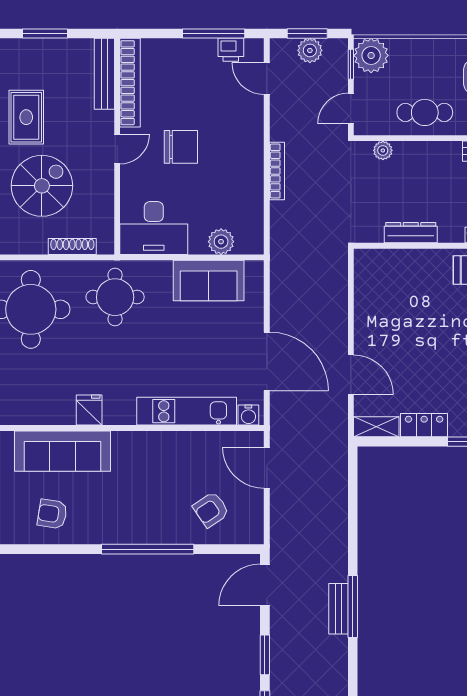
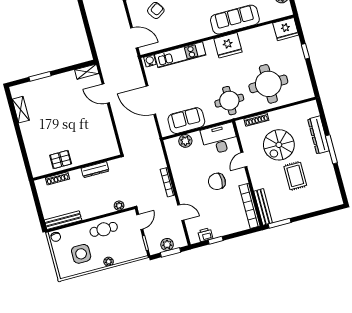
window: (45, 33) -> (280, 223), moved
window: (214, 33) -> (216, 240), width x0.46
plant: (371, 55) -> (109, 262), moved, width x0.53, depth x0.53
door: (267, 79) -> (181, 213), moved
door: (117, 149) -> (244, 160), moved
door: (267, 361) -> (151, 100), moved
fridge: (89, 410) -> (228, 45), width x1.88, depth x1.34
locker: (424, 425) -> (64, 79), removed

